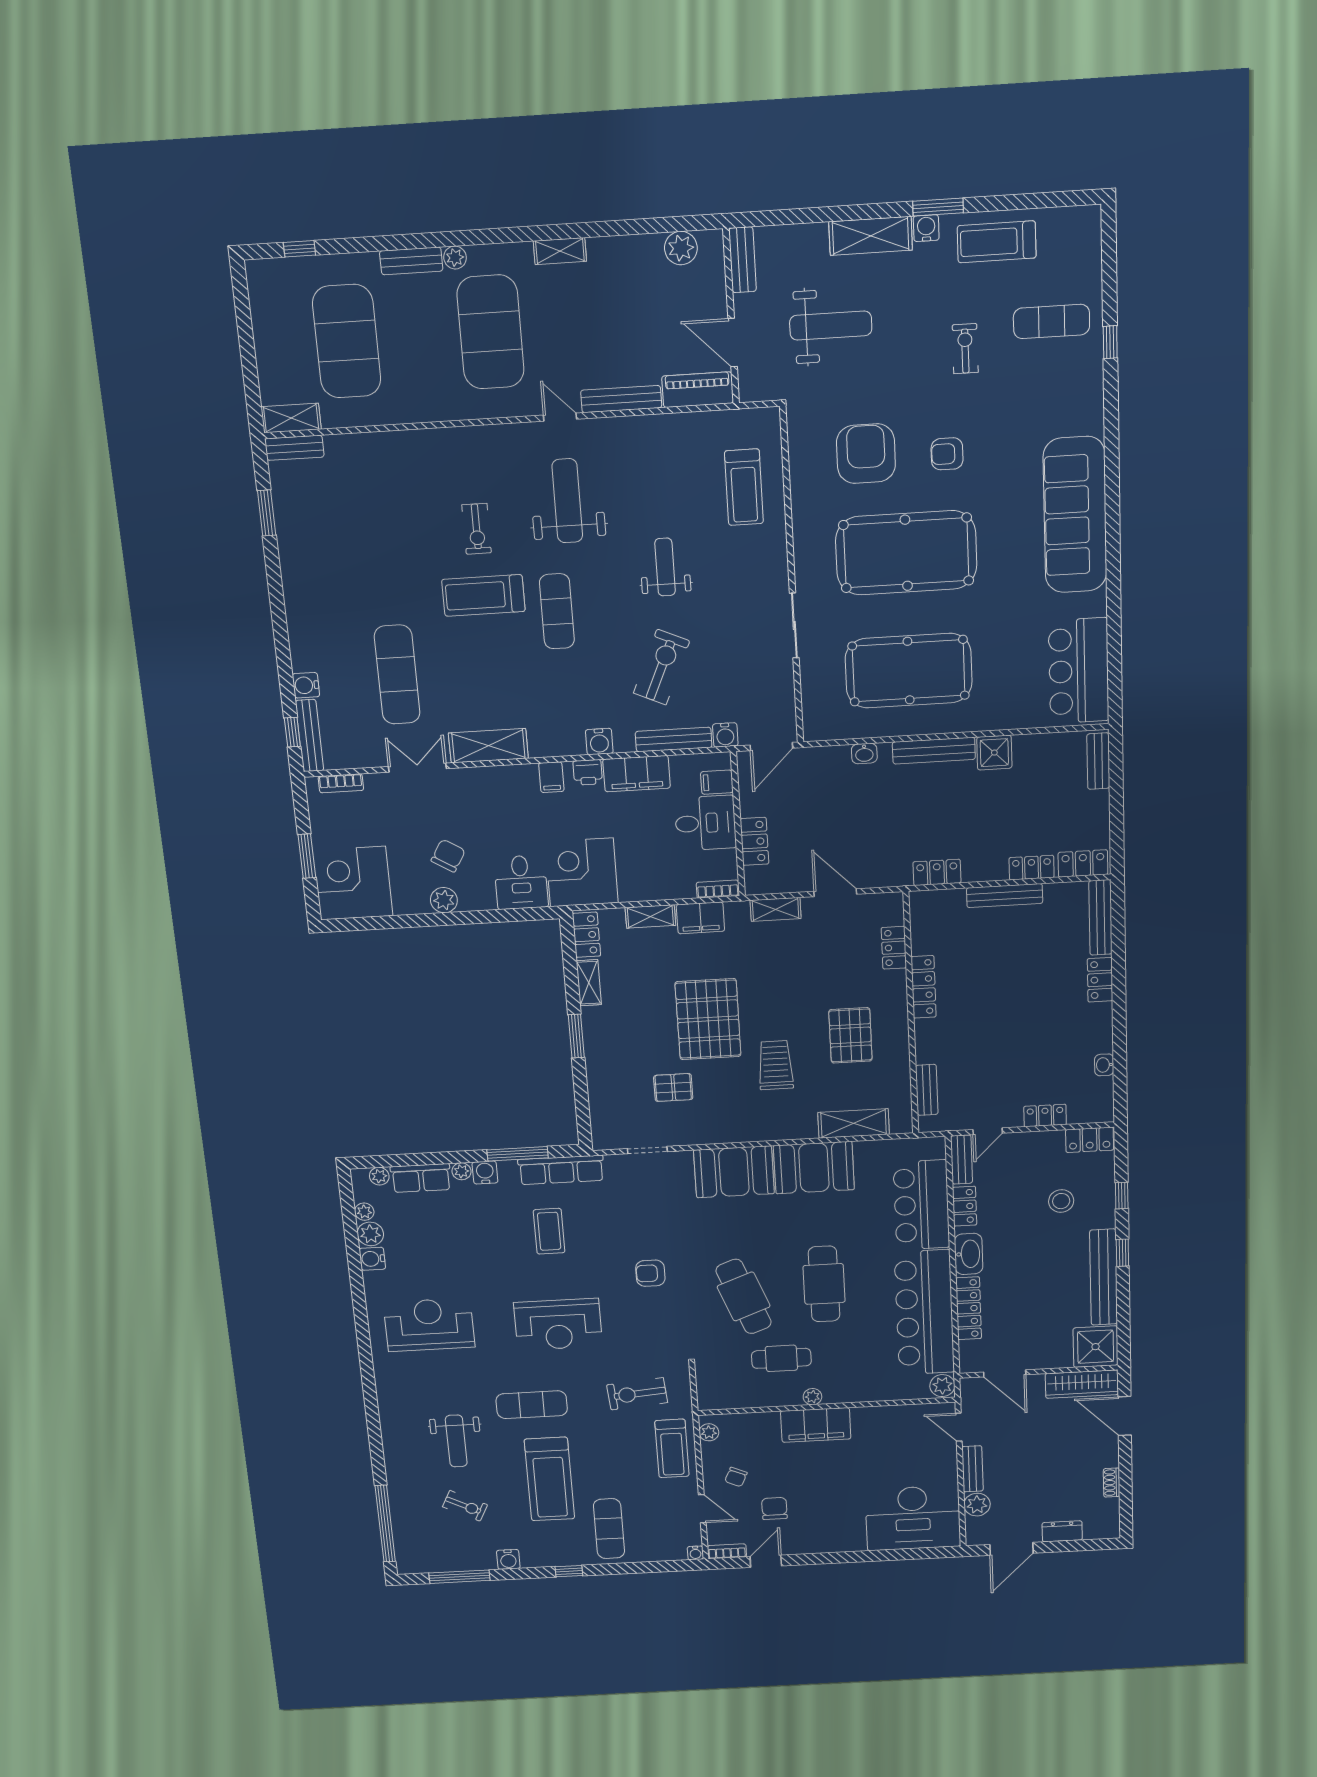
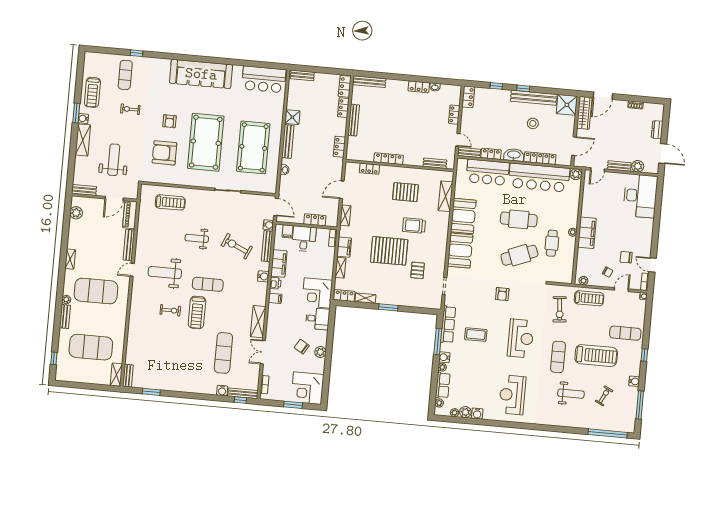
exercise mat: (397, 675) -> (223, 353), turned 90
locker: (1100, 980) -> (419, 87), moved
stool: (1061, 1201) -> (533, 123), moved

